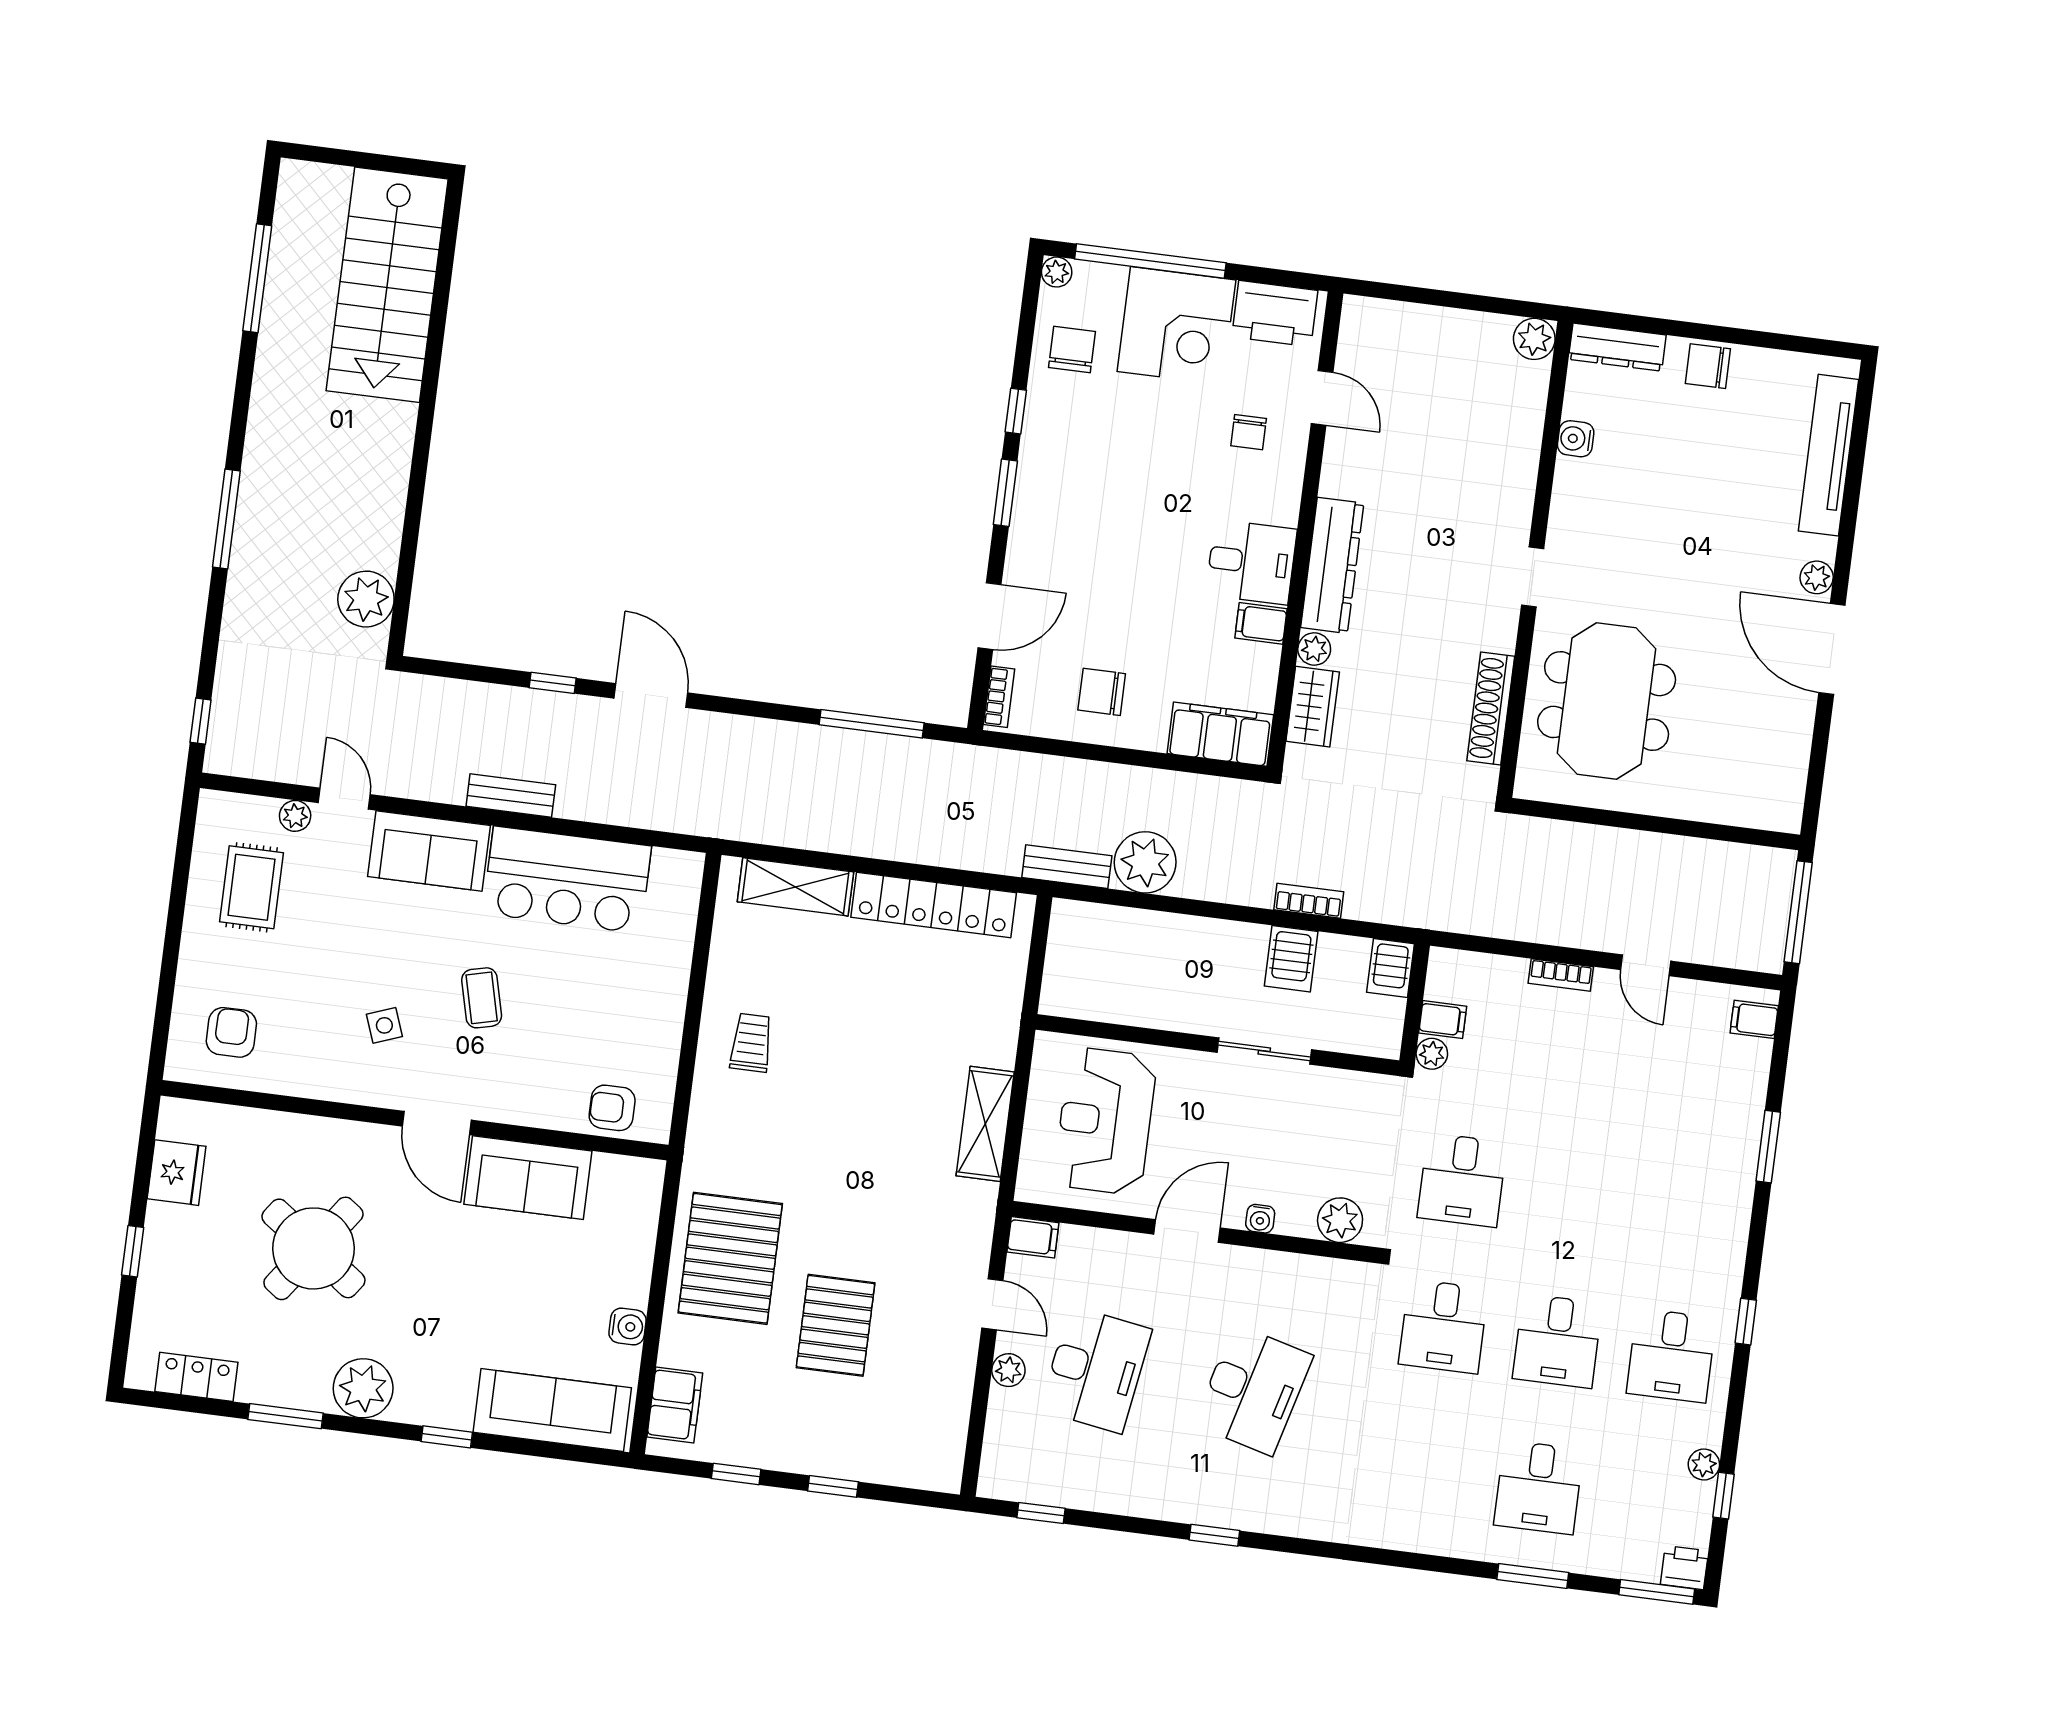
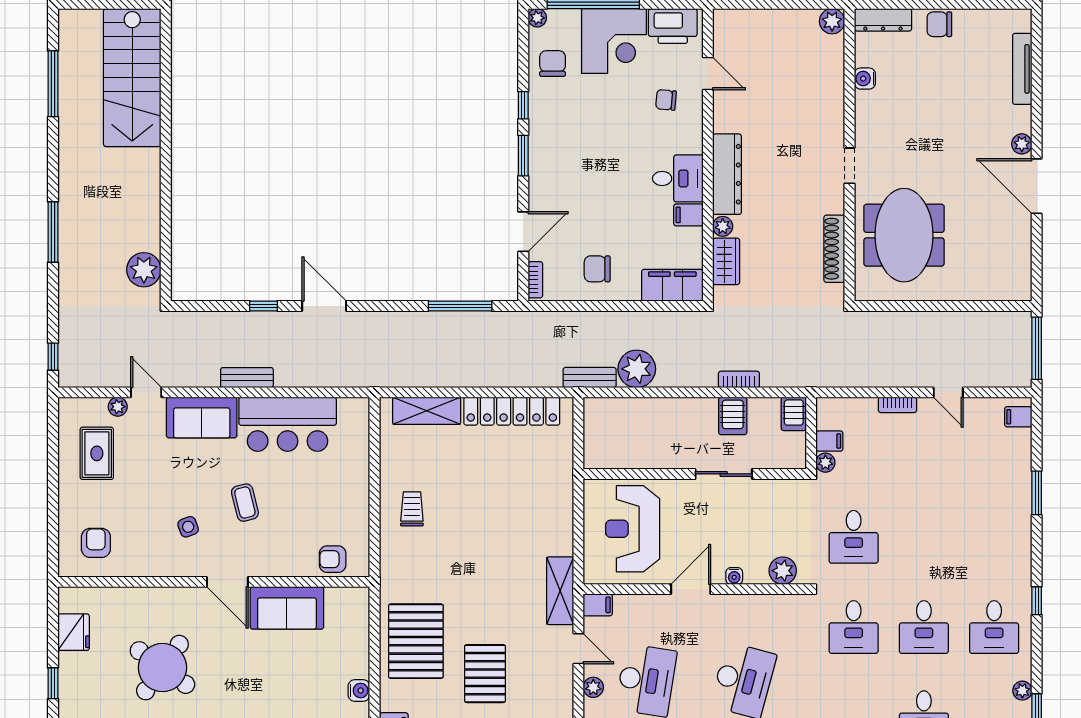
chair: (1249, 432) -> (666, 100), turned 95
tv unit: (1828, 455) -> (1022, 69), width x0.73, depth x0.78
shelving: (985, 1124) -> (560, 591), moved

